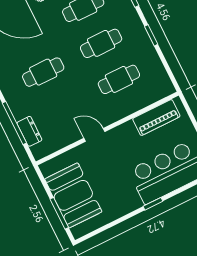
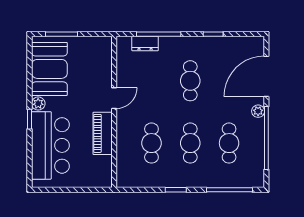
piano: (156, 117) -> (103, 133), moved
booth: (73, 195) -> (49, 69), moved, turned 90
plant: (135, 203) -> (38, 104), added

